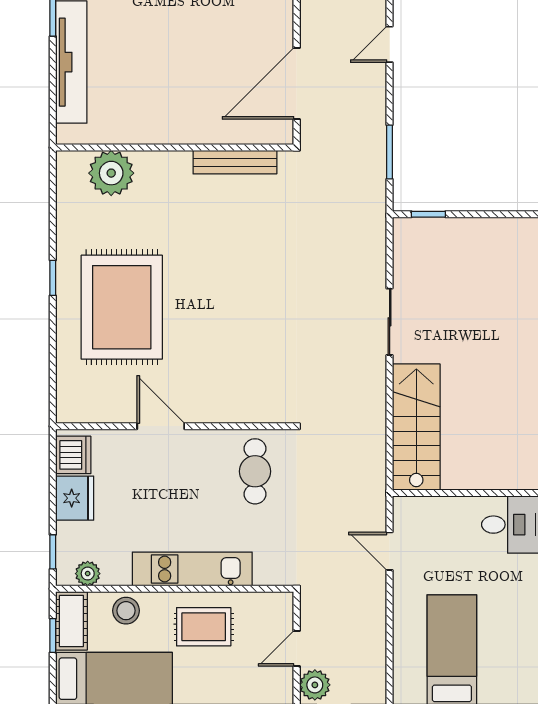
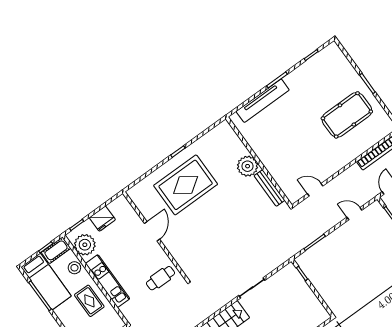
door: (297, 84) -> (315, 190), width x0.53
plant: (111, 173) -> (248, 166), moved
dishwasher: (73, 455) -> (118, 207), removed
plant: (88, 574) -> (85, 245), width x1.87, depth x1.87

